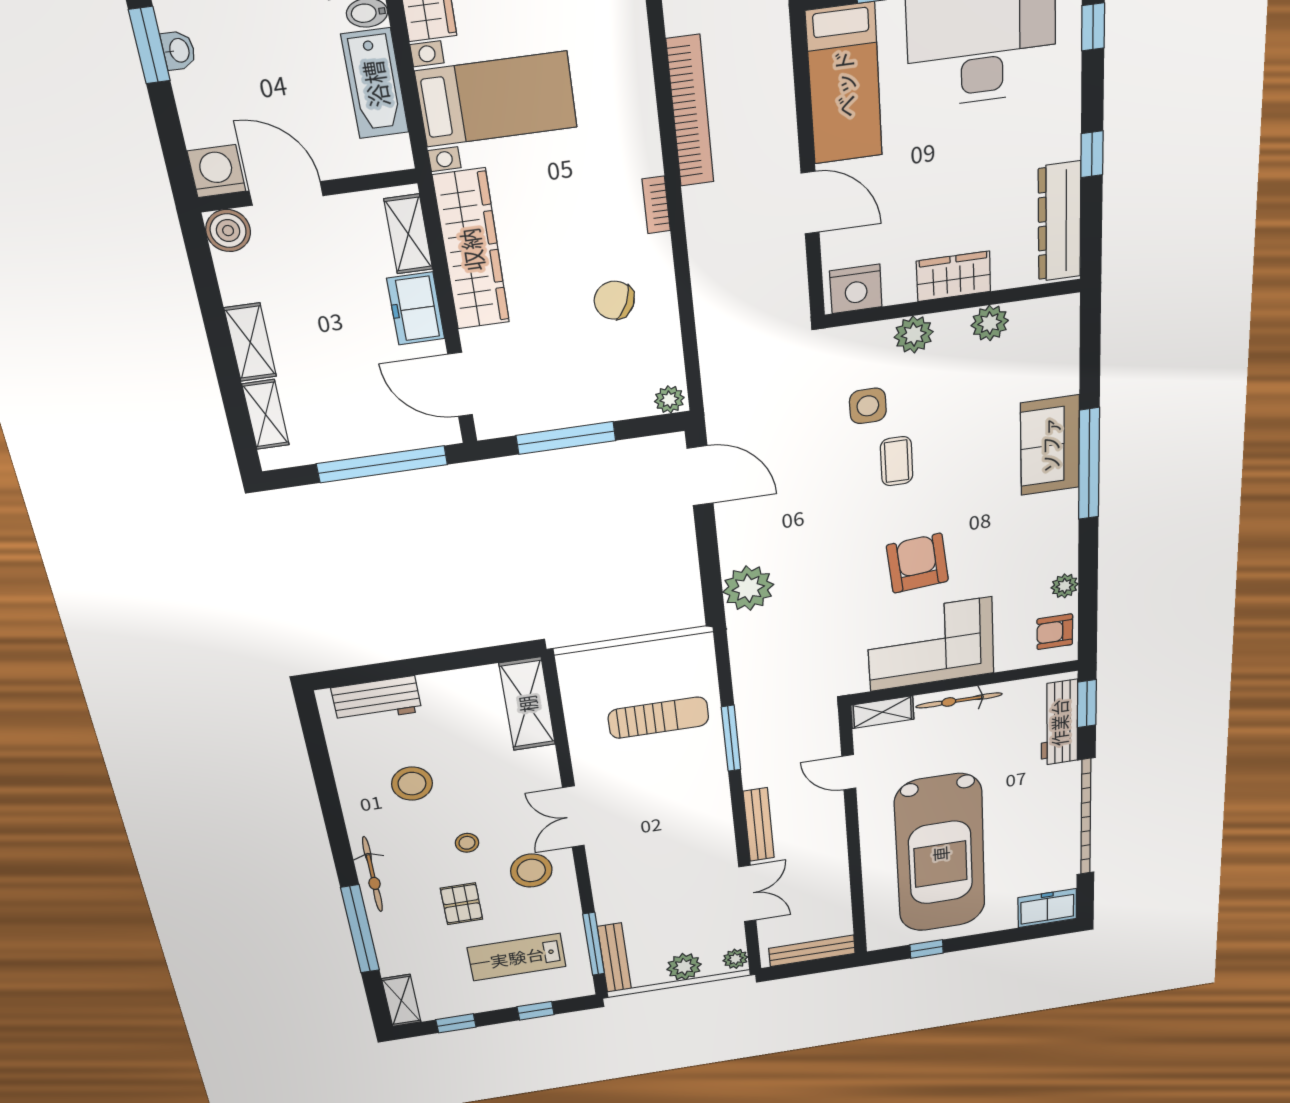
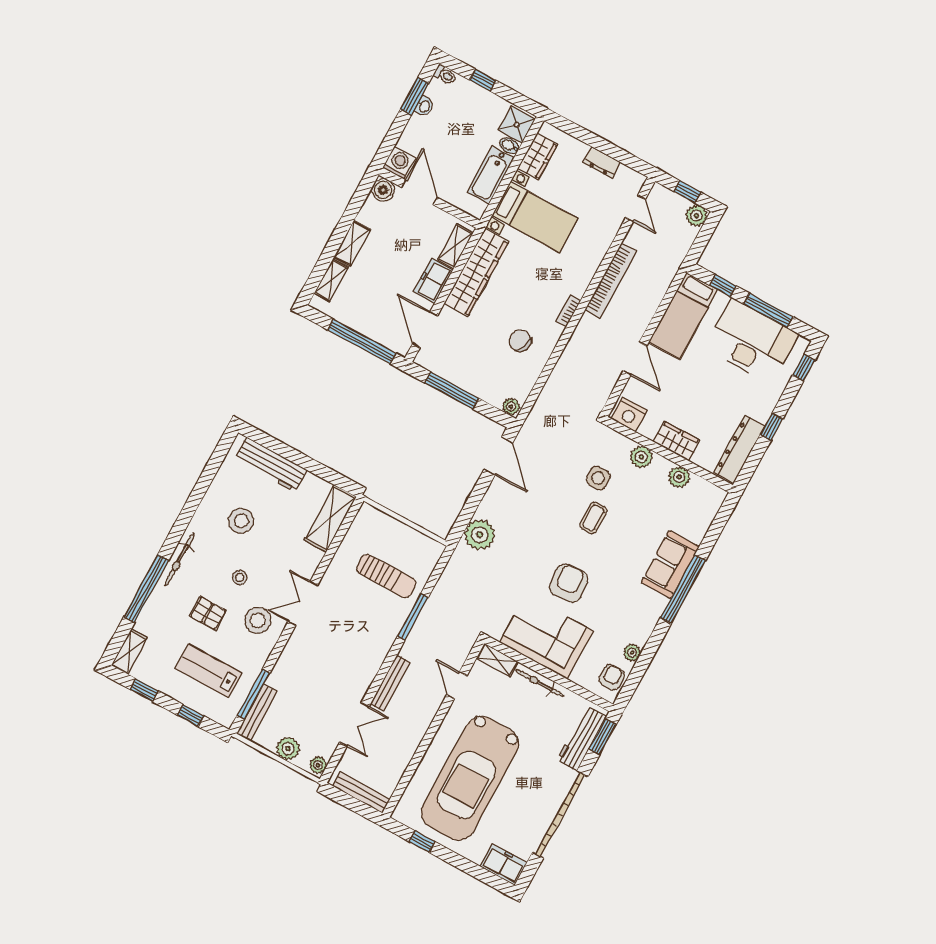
armchair: (1055, 632) -> (612, 677), turned 90
workbench: (376, 700) -> (271, 465), width x1.38
pallet: (462, 904) -> (208, 613), turned 90

